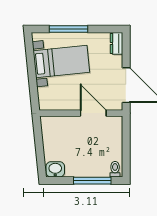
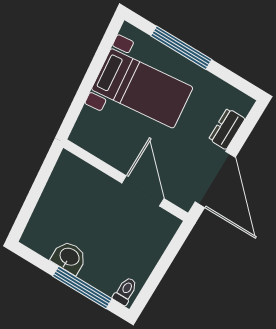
dresser: (117, 43) -> (227, 129), moved
washbasin: (55, 169) -> (69, 257), moved

